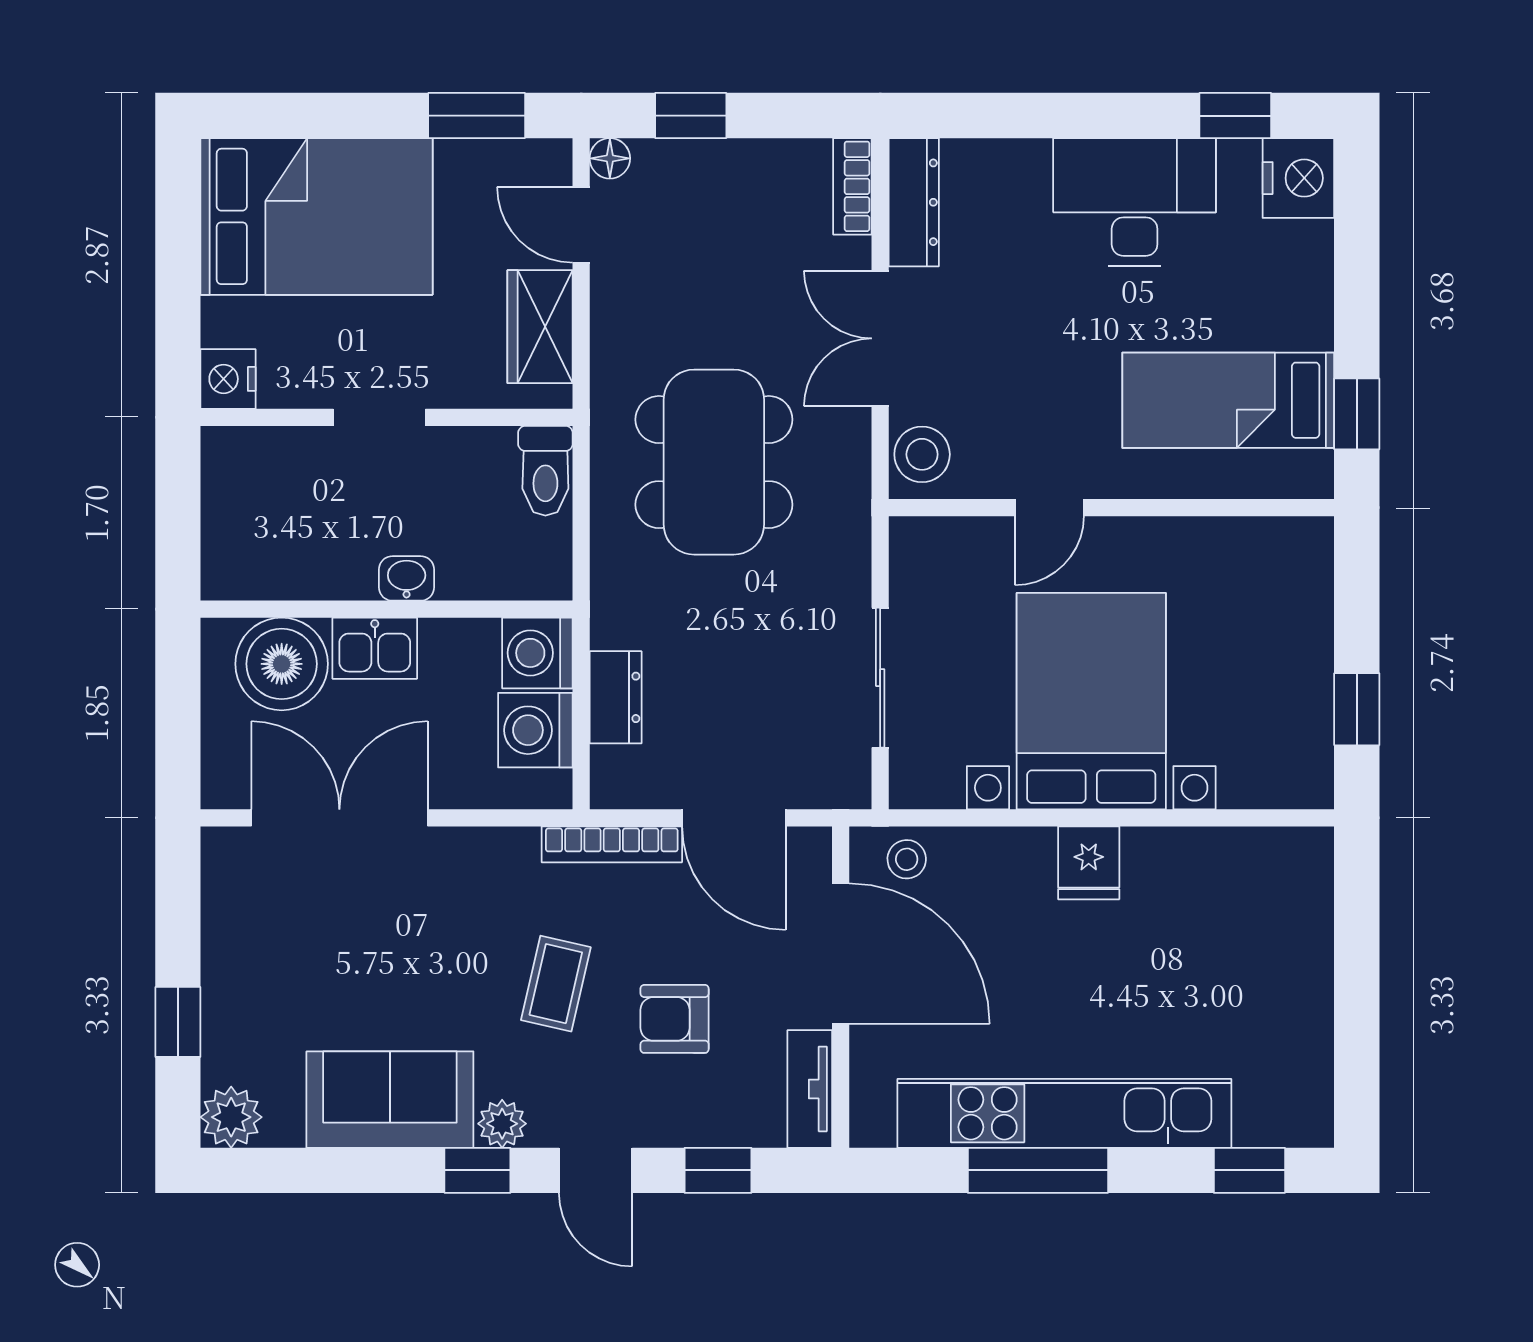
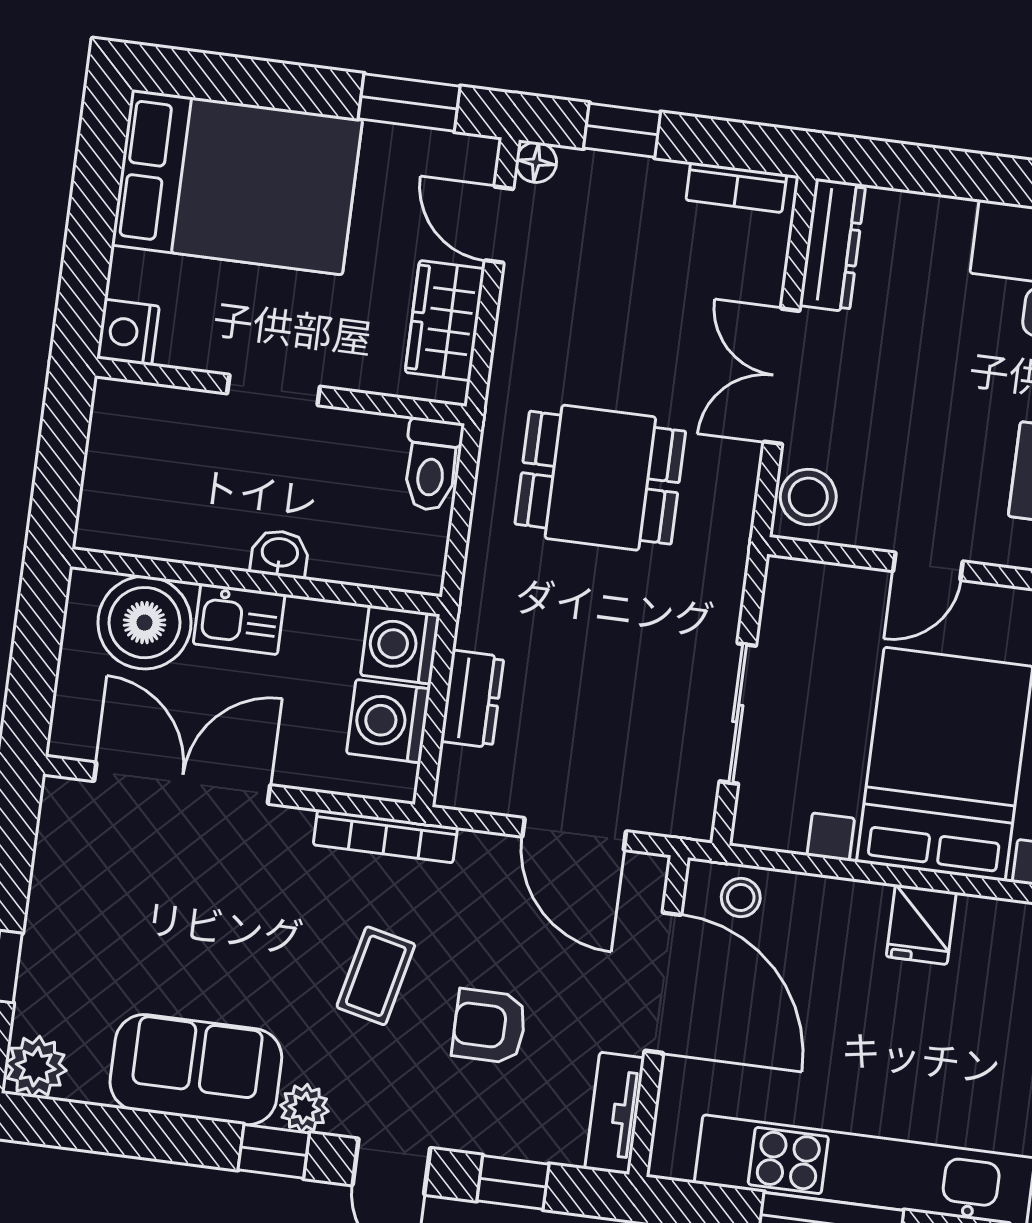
bookcase: (852, 186) -> (736, 187), moved, turned -90
dining table: (714, 462) -> (600, 478), width x0.73
bookcase: (612, 844) -> (385, 836), moved

